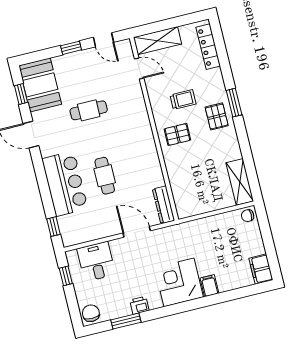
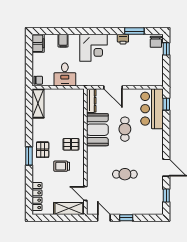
booth: (40, 85) -> (97, 130), moved
bar counter: (65, 184) -> (152, 109), moved
desk: (96, 262) -> (65, 75), moved
window: (66, 276) -> (166, 49), moved
filing cabinet: (209, 286) -> (63, 41), moved

